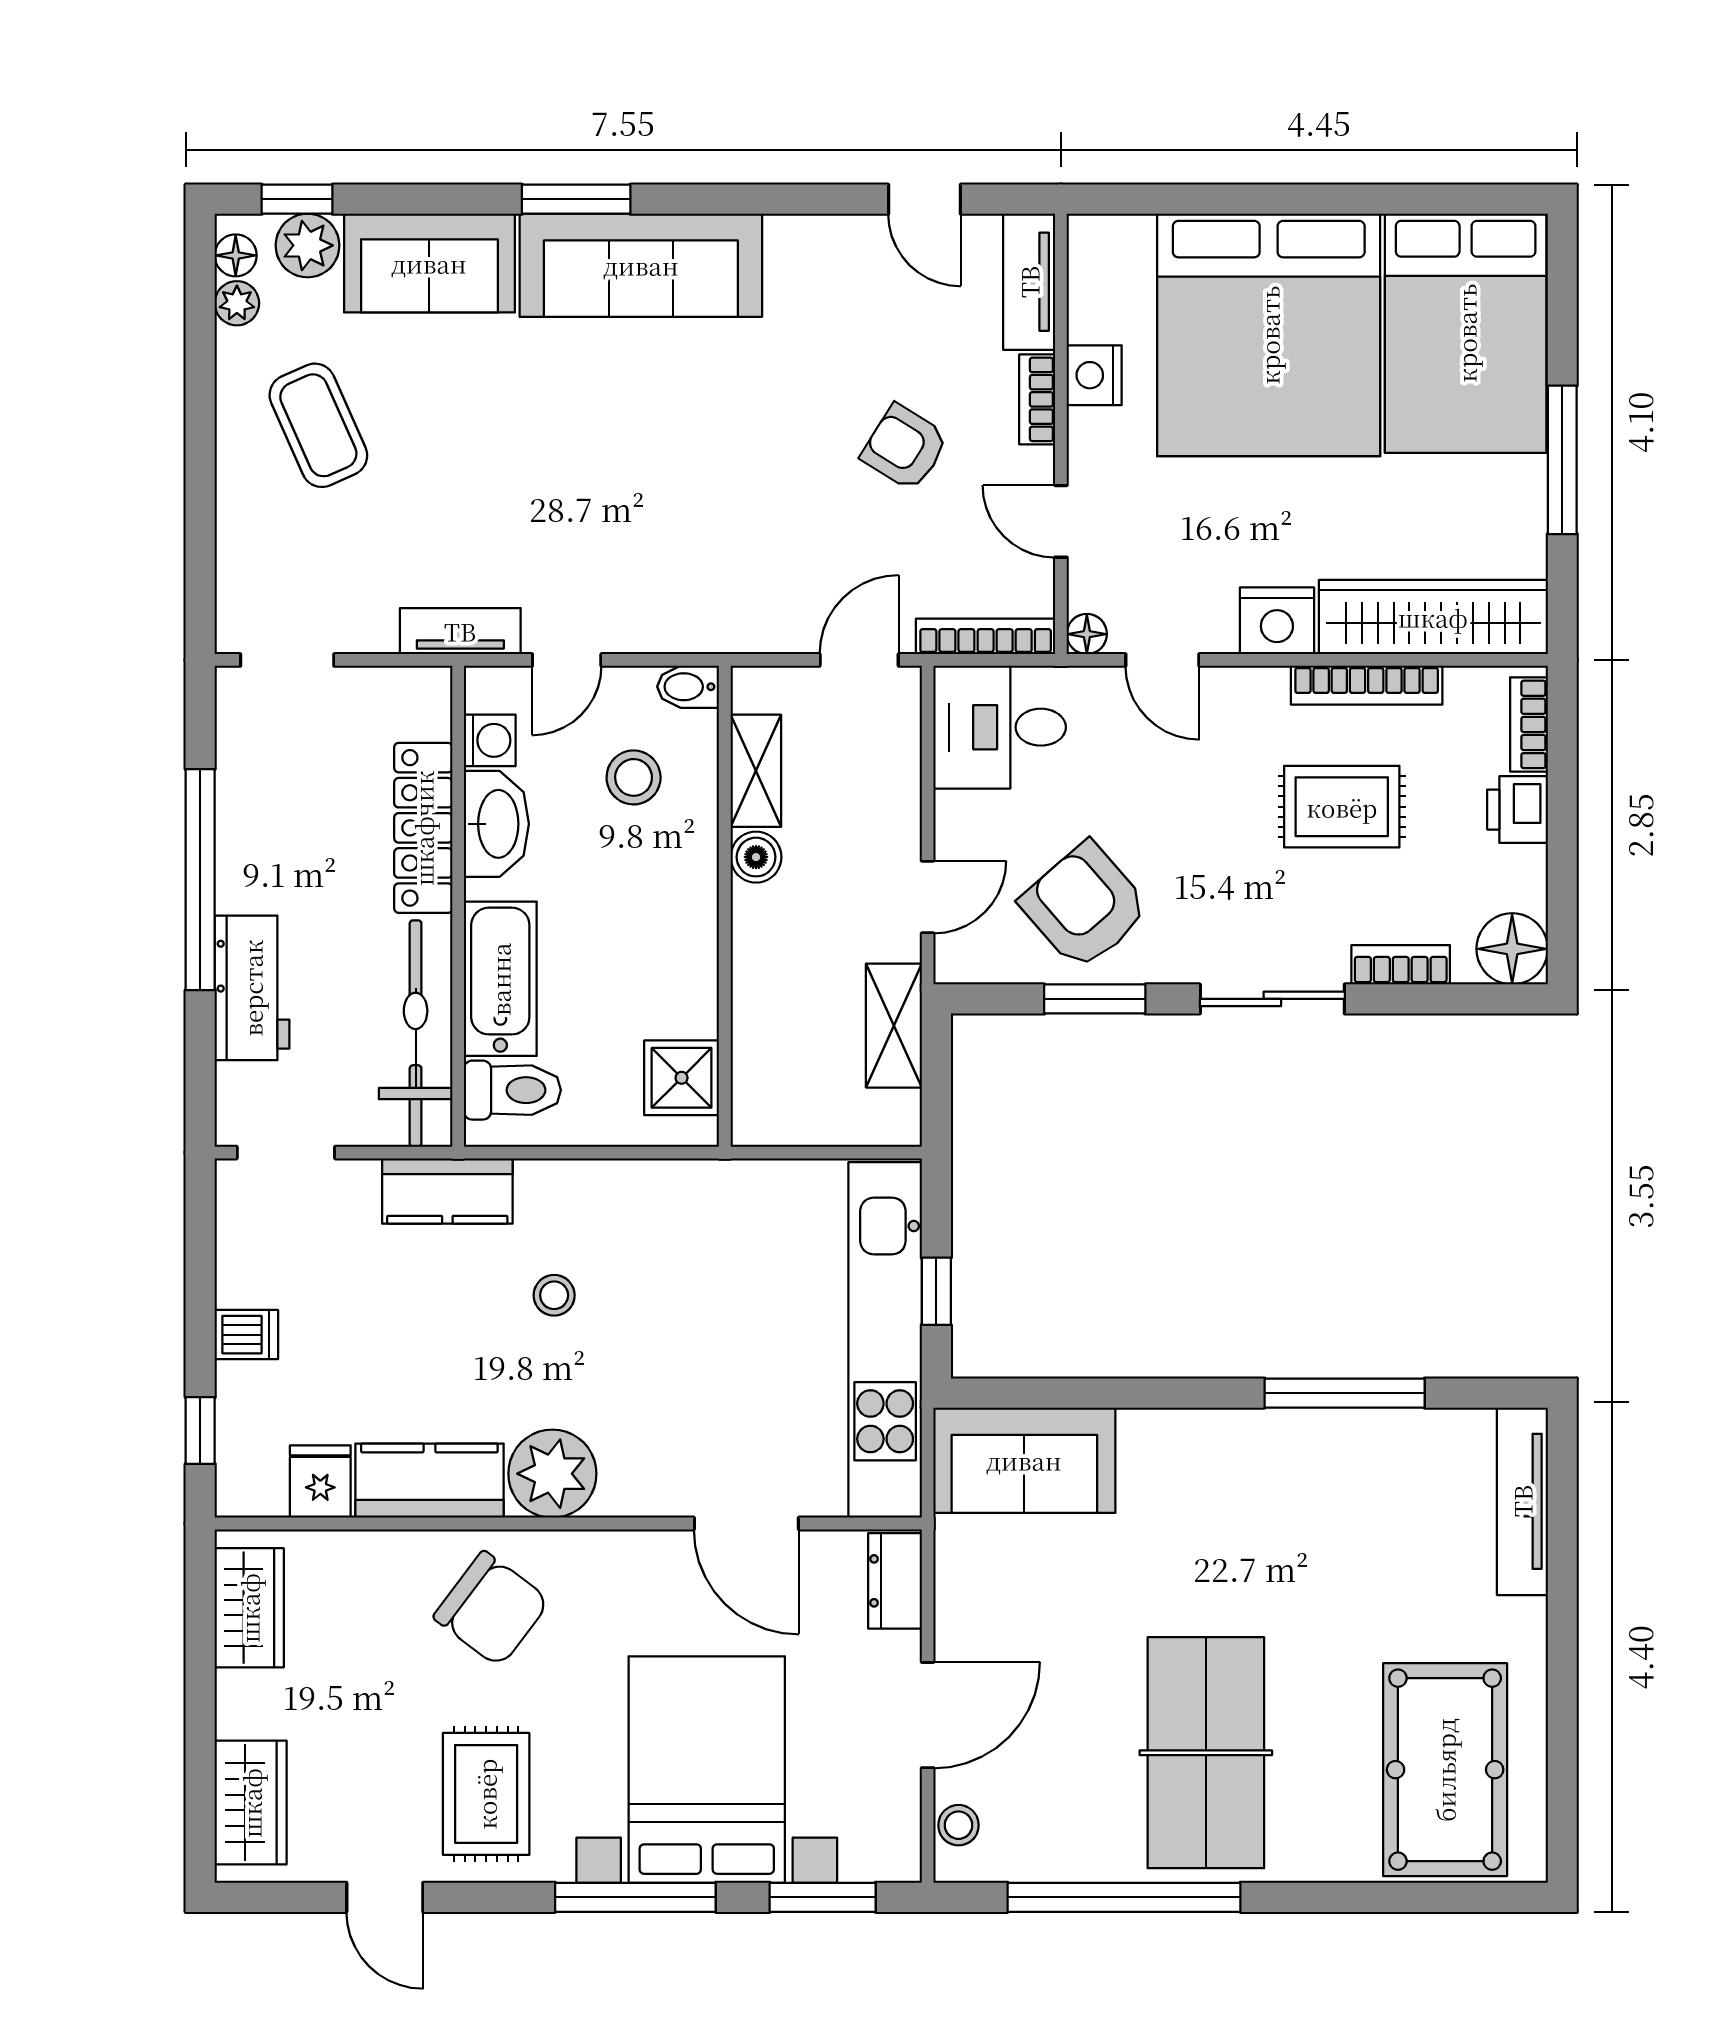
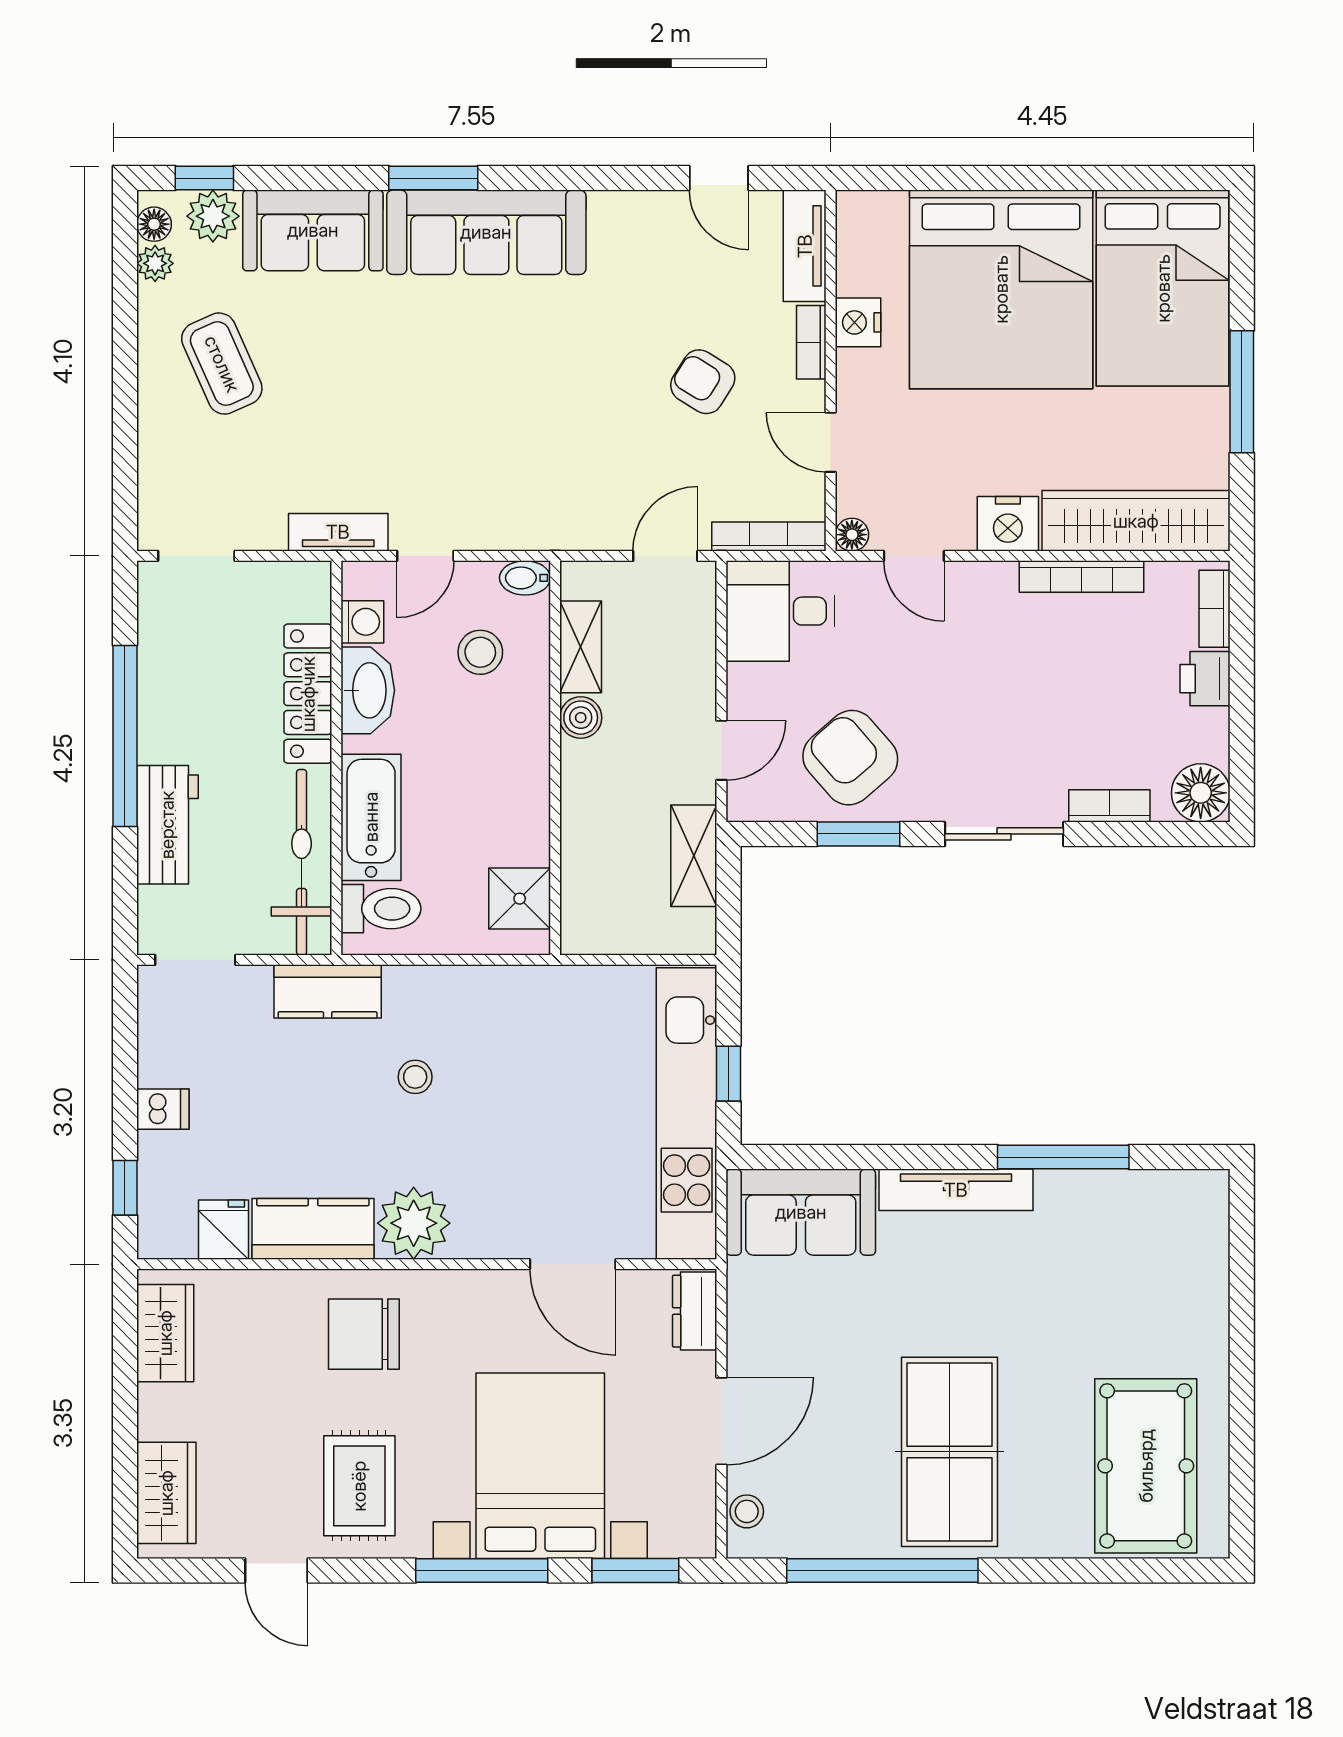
rug: (1342, 807) -> (1061, 676), removed
tv unit: (1522, 1501) -> (956, 1190), moved, turned -90
chair: (492, 1609) -> (364, 1334), turned 143

